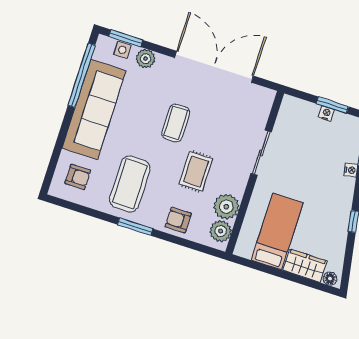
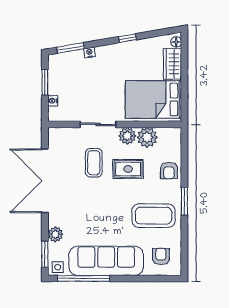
side table: (122, 50) -> (58, 267), moved
nightstand: (326, 113) -> (53, 101), moved
coffee table: (176, 123) -> (94, 163), moved, turned 90
plant: (221, 231) -> (127, 136), moved
bed: (277, 231) -> (153, 99), width x1.50

